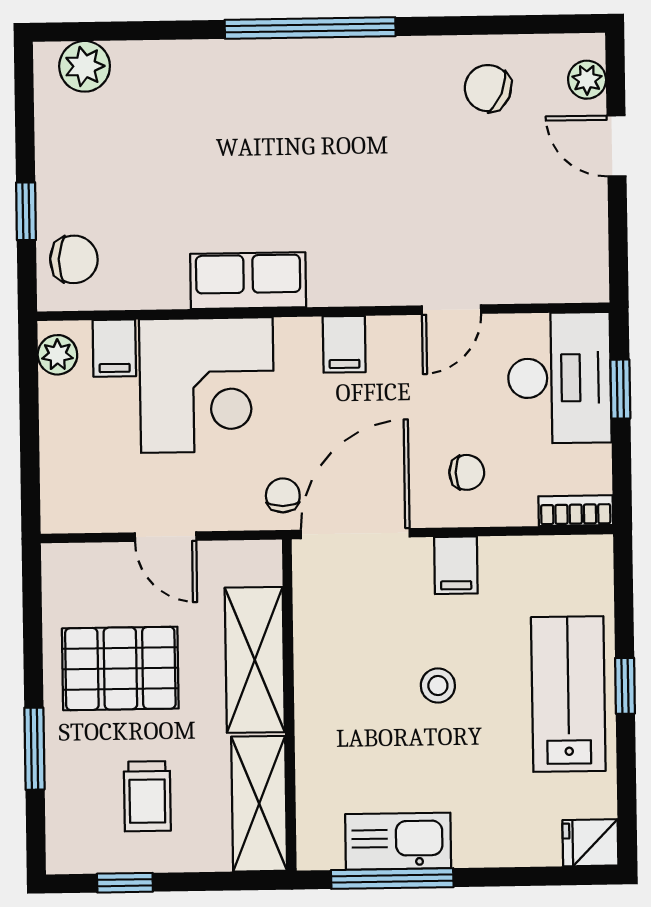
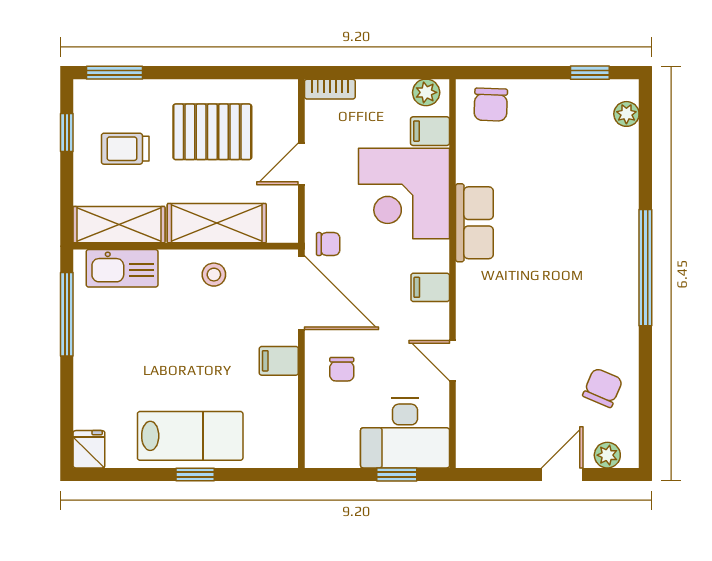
plant: (85, 66) -> (626, 114), width x0.73, depth x0.73
window: (26, 211) -> (590, 73), moved
bookcase: (576, 511) -> (330, 89), moved, turned 90
pallet: (120, 668) -> (212, 132), turned 90
stool: (438, 686) -> (214, 275), moved
window: (34, 749) -> (114, 73), moved
kitchen sink: (398, 841) -> (122, 268), moved, turned 90

